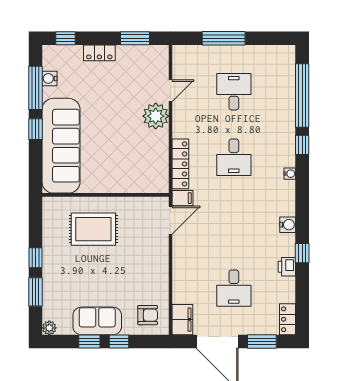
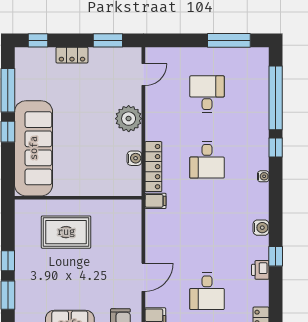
window: (224, 38) -> (229, 40), moved
water cooler: (49, 78) -> (134, 158), moved, turned 180
door: (170, 91) -> (143, 75), moved
door: (170, 220) -> (143, 277), moved

